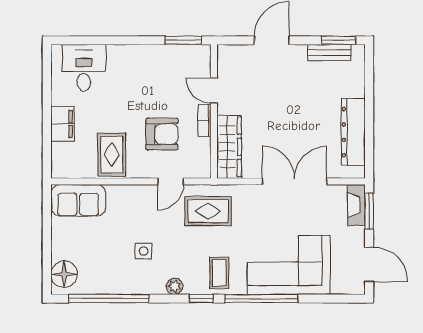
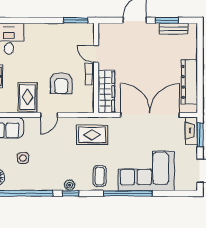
window: (339, 40) -> (167, 20), moved
armchair: (162, 134) -> (61, 83), turned 90
door: (170, 181) -> (49, 115), moved
double door: (294, 181) -> (150, 115), width x1.36
side table: (144, 251) -> (23, 158), moved
window: (201, 299) -> (70, 193), moved

